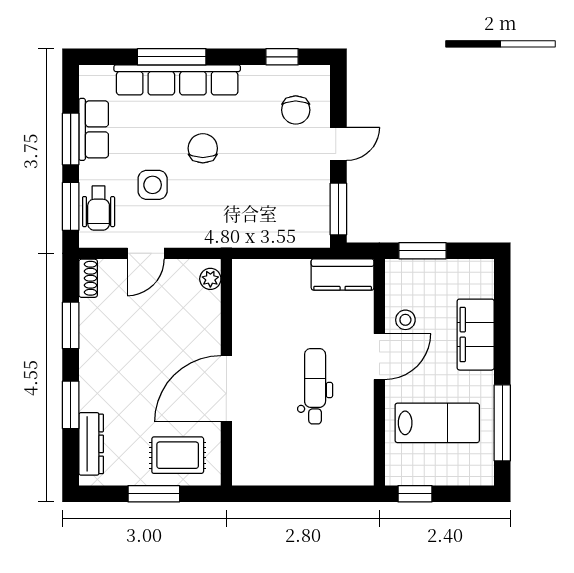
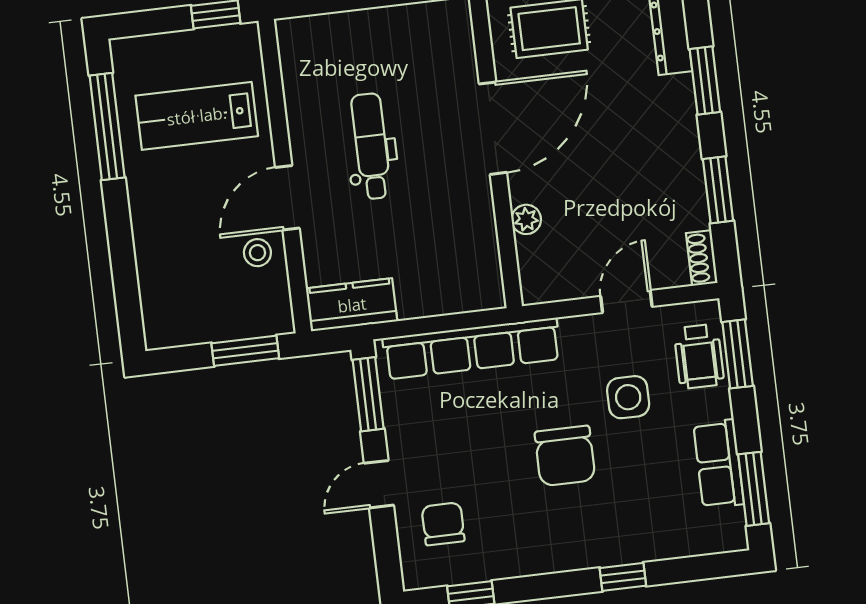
window: (172, 57) -> (623, 577), width x0.46
row of seats: (177, 80) -> (472, 349), moved, turned 180
window: (71, 139) -> (754, 489), moved
chair: (203, 148) -> (565, 456), width x1.37, depth x1.37
wheelchair: (99, 208) -> (699, 356), turned 180
plant: (210, 279) -> (526, 219), moved
filing cabinet: (476, 335) -> (158, 244), removed
dental chair: (315, 386) -> (371, 146), turned 180

